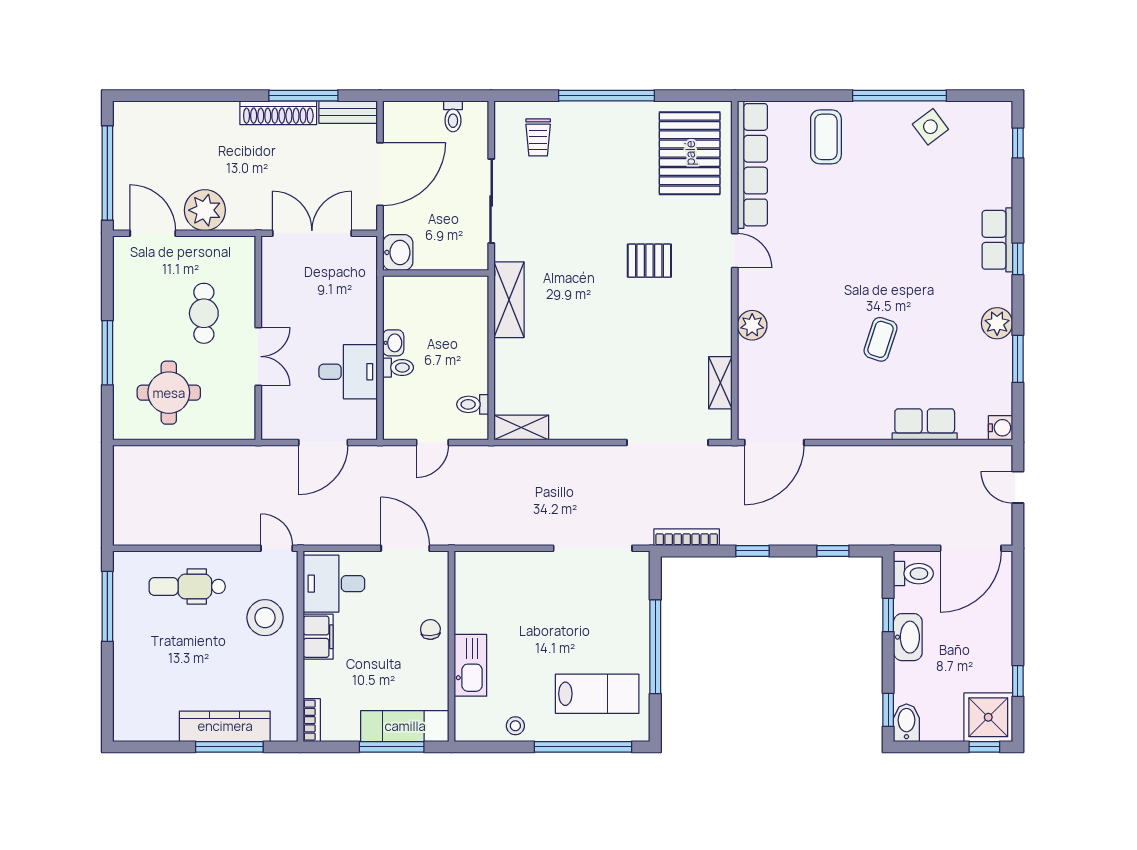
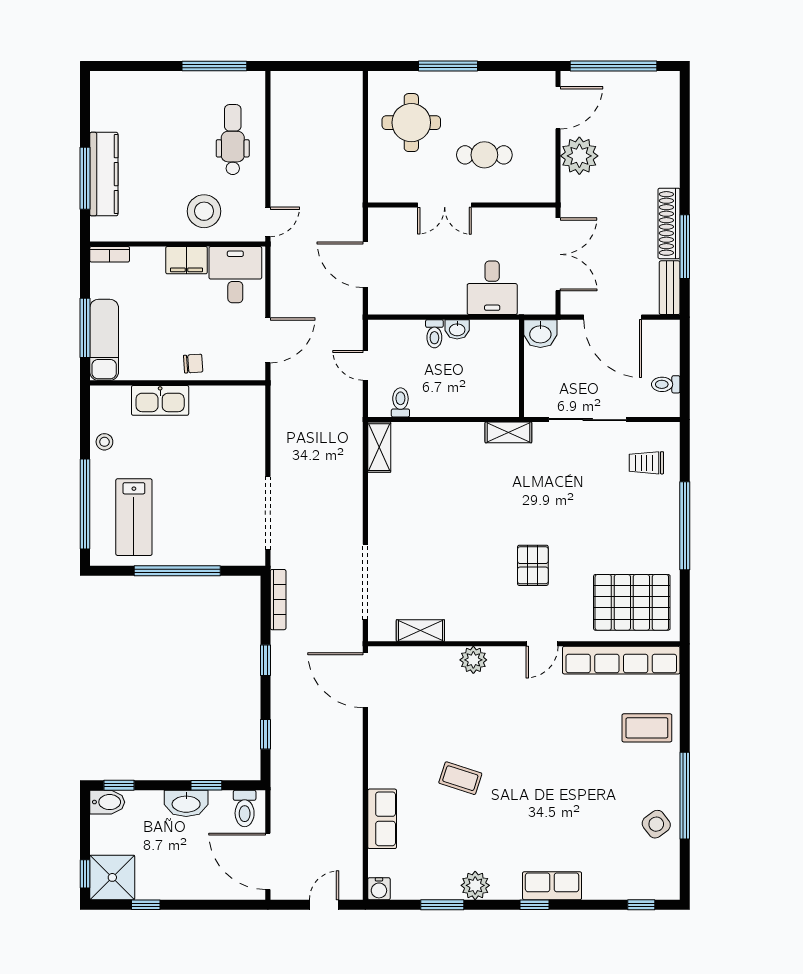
shelving: (509, 300) -> (508, 432), width x0.67, depth x0.75
desk: (348, 372) -> (492, 288), moved

